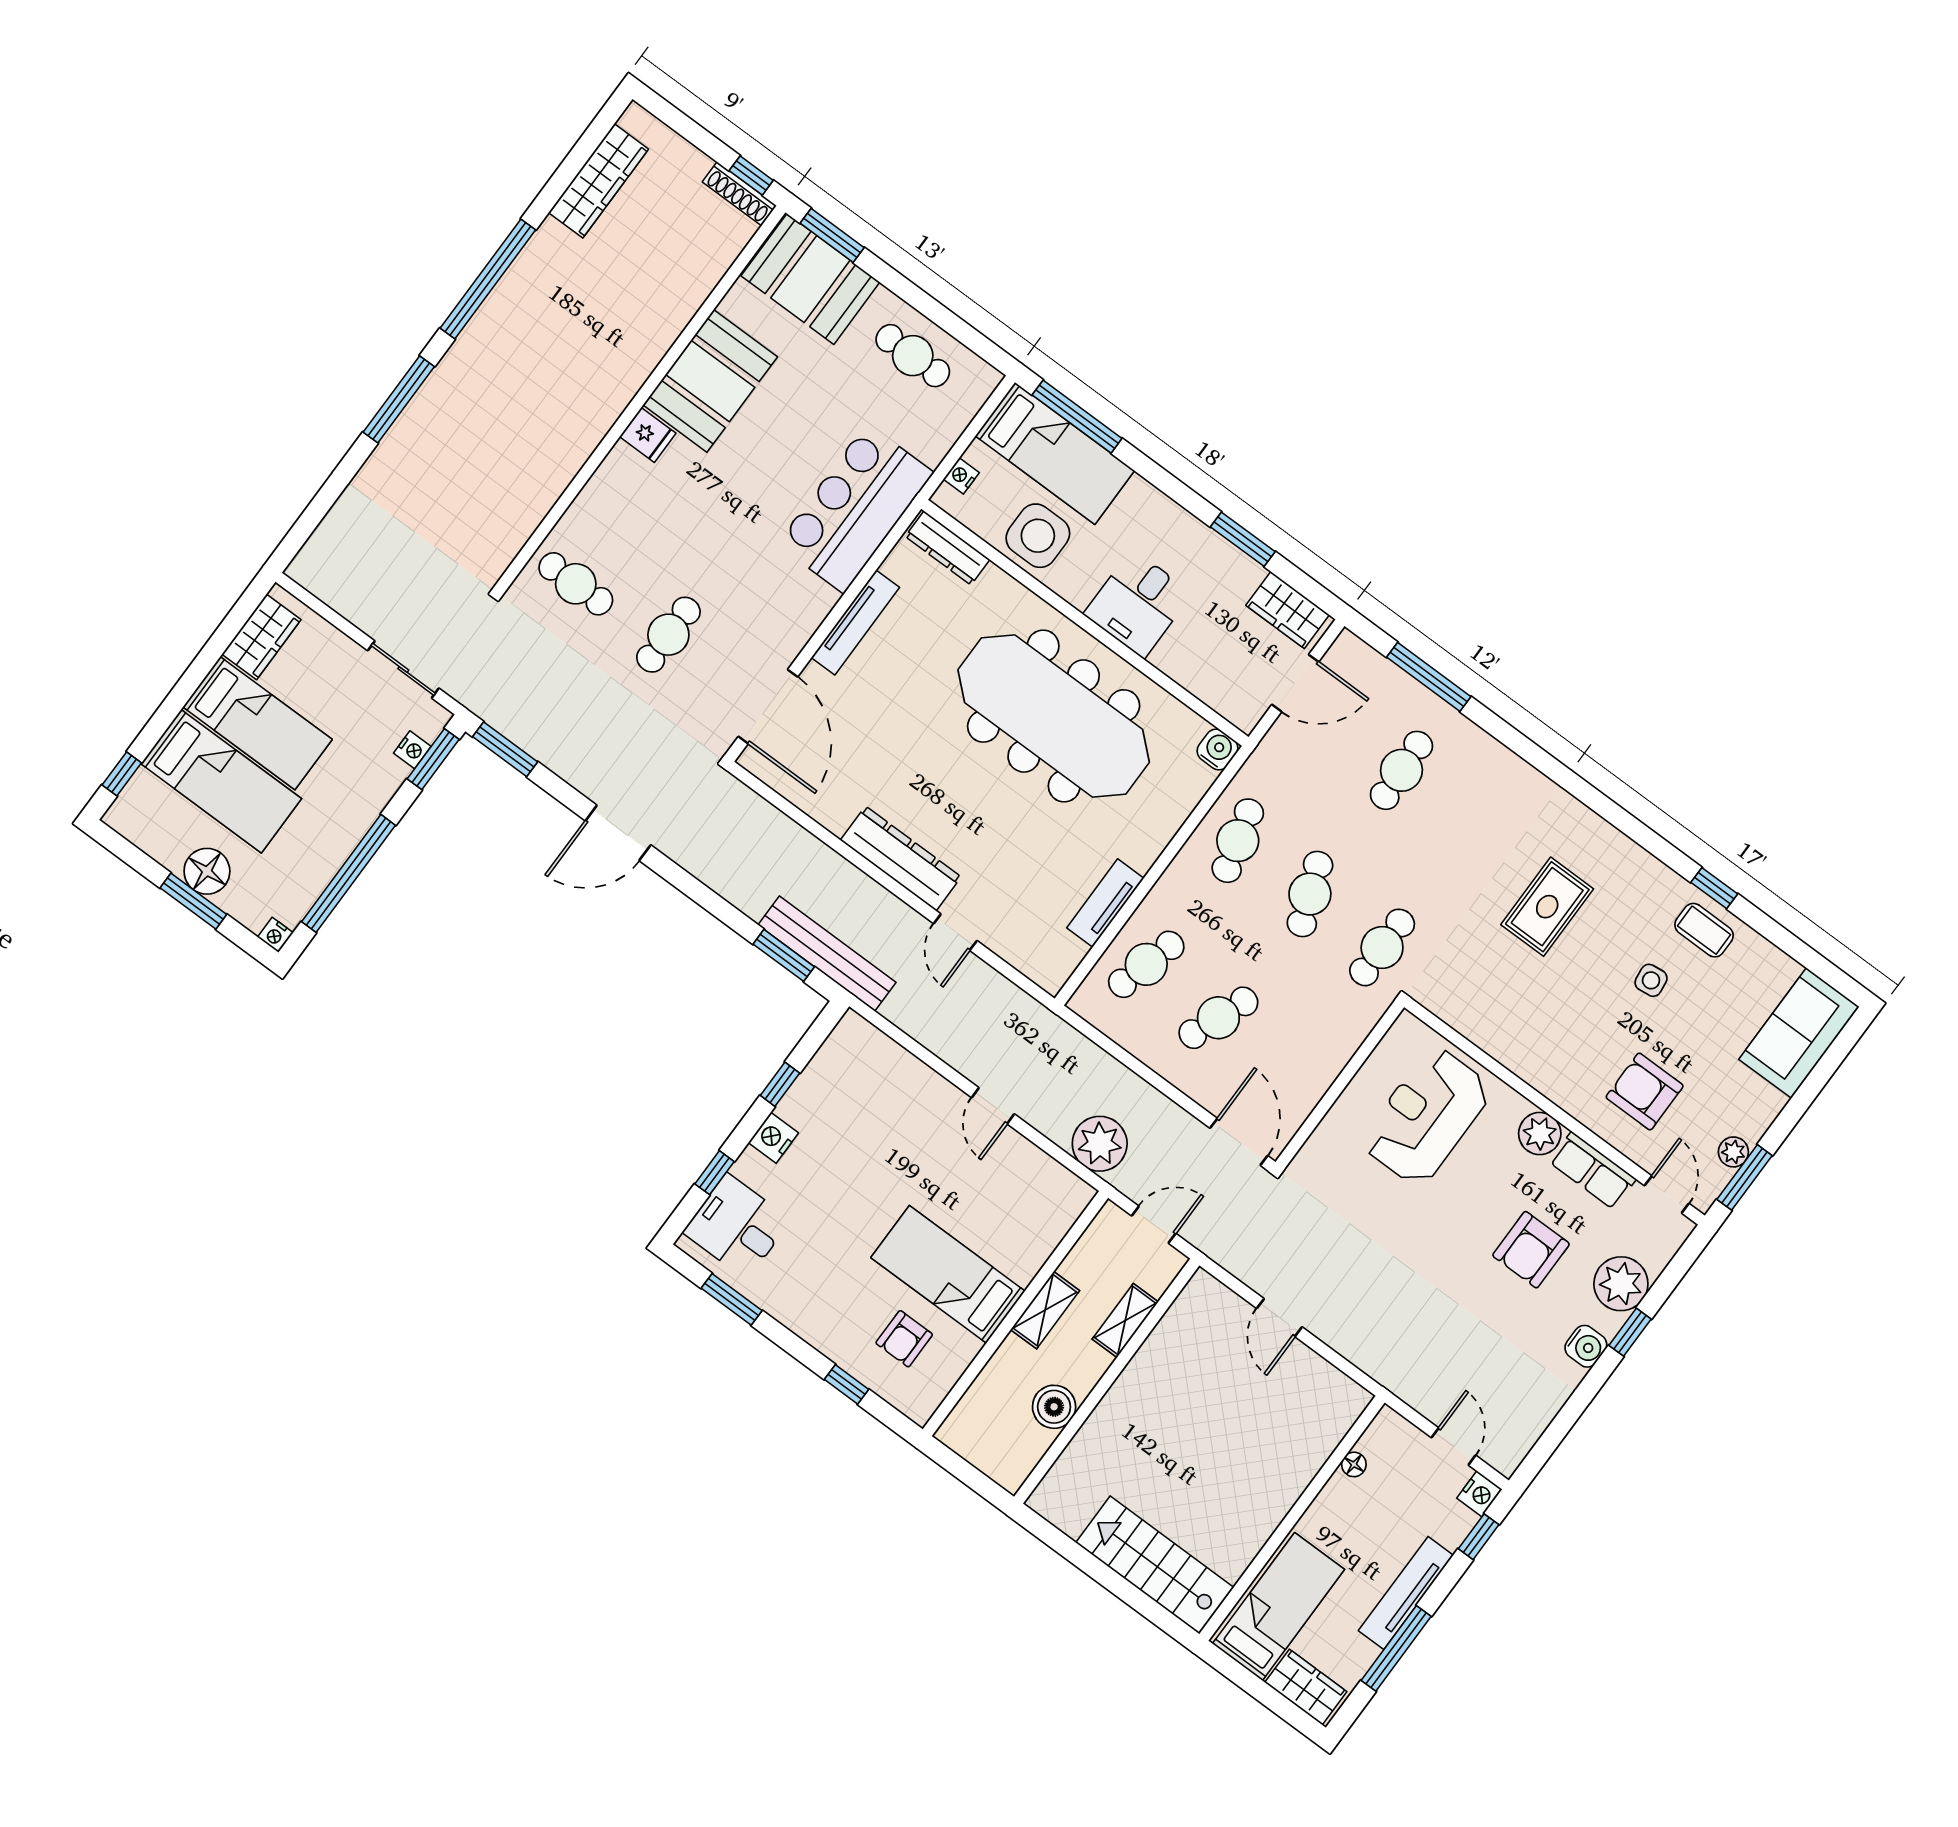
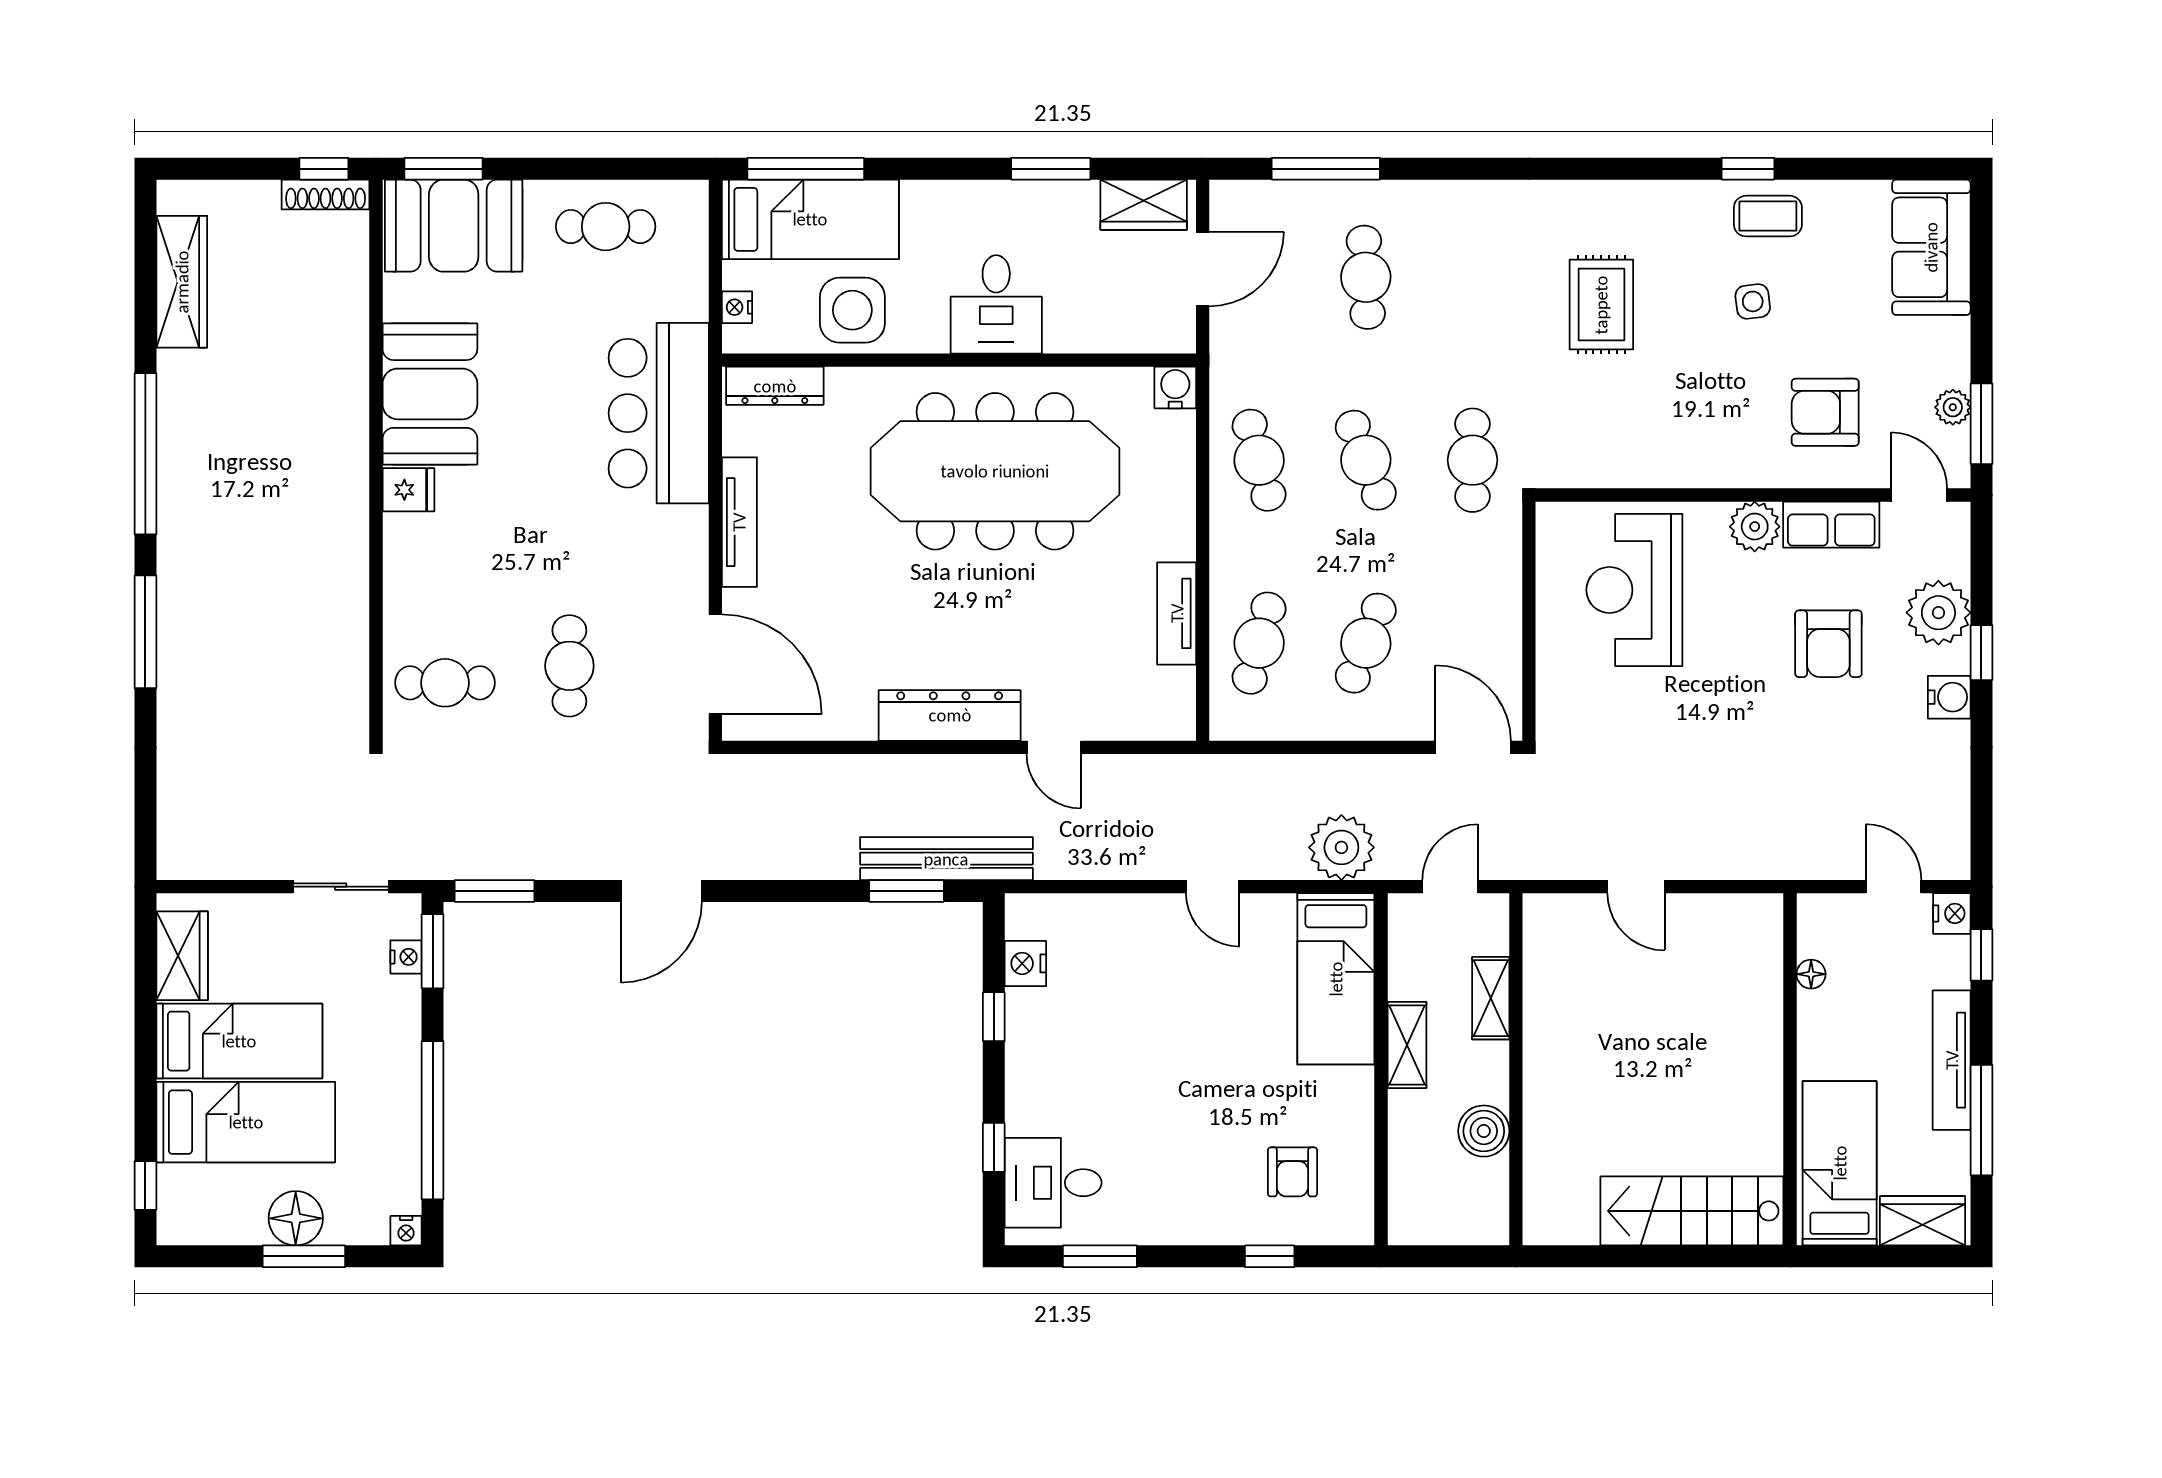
nightstand: (773, 1138) -> (1025, 963), moved
bed: (948, 1274) -> (1336, 979), moved, turned -90

